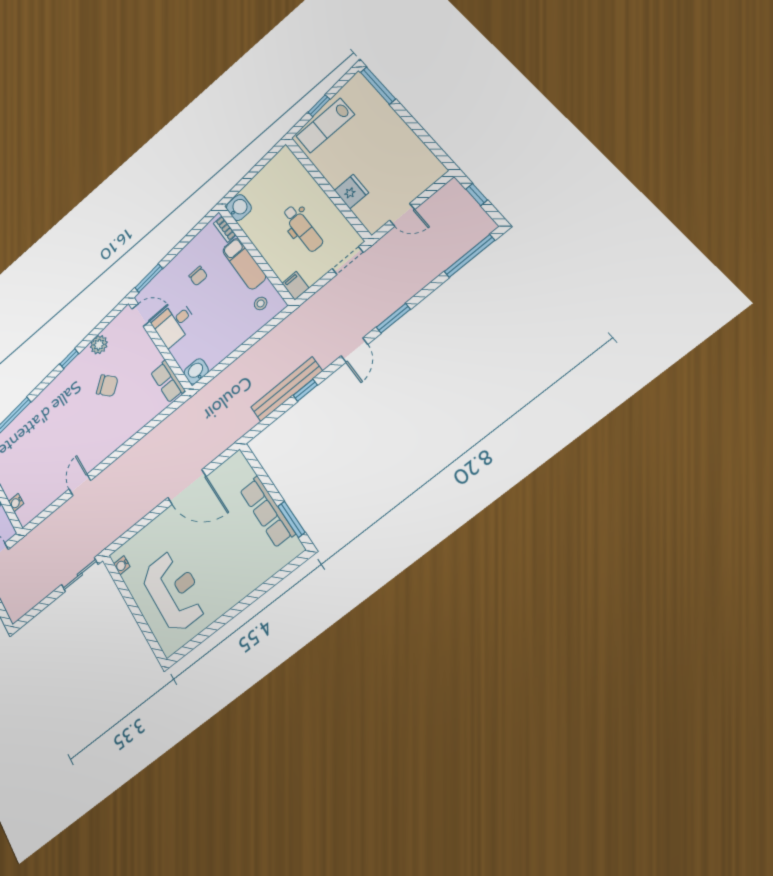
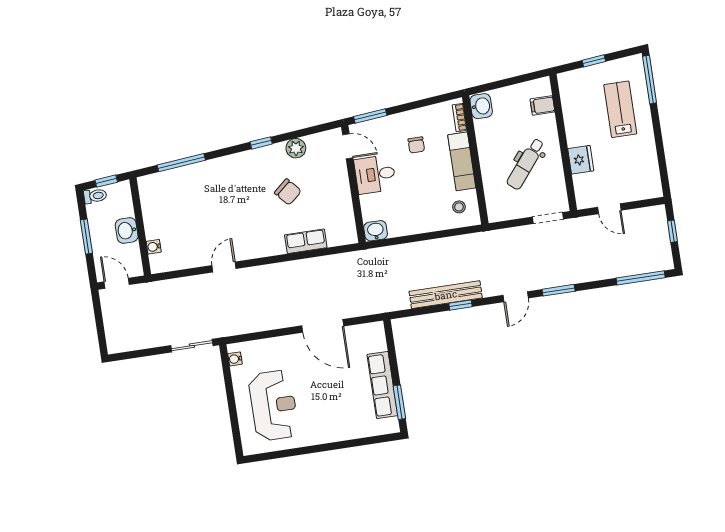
lab bench: (325, 125) -> (620, 109), moved, turned 90
dental chair: (303, 228) -> (526, 164), turned 39
filing cabinet: (296, 286) -> (542, 105), moved, turned -90
row of seats: (168, 381) -> (306, 241), moved, turned 90

